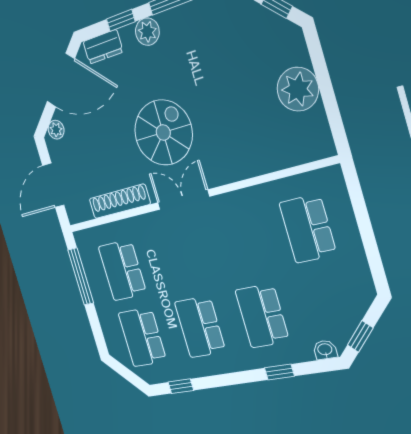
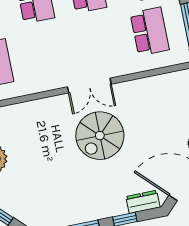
plant: (147, 32) -> (104, 209), removed
shoe rack: (120, 201) -> (145, 85), removed

